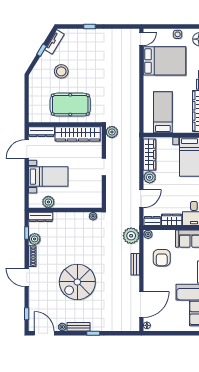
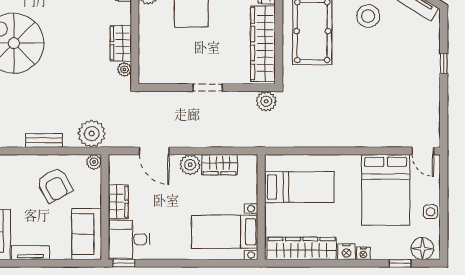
wardrobe: (150, 155) -> (219, 165), width x0.67
wardrobe: (77, 218) -> (121, 43), added
dresser: (152, 221) -> (116, 169), removed
armchair: (162, 258) -> (55, 185), turned -118

